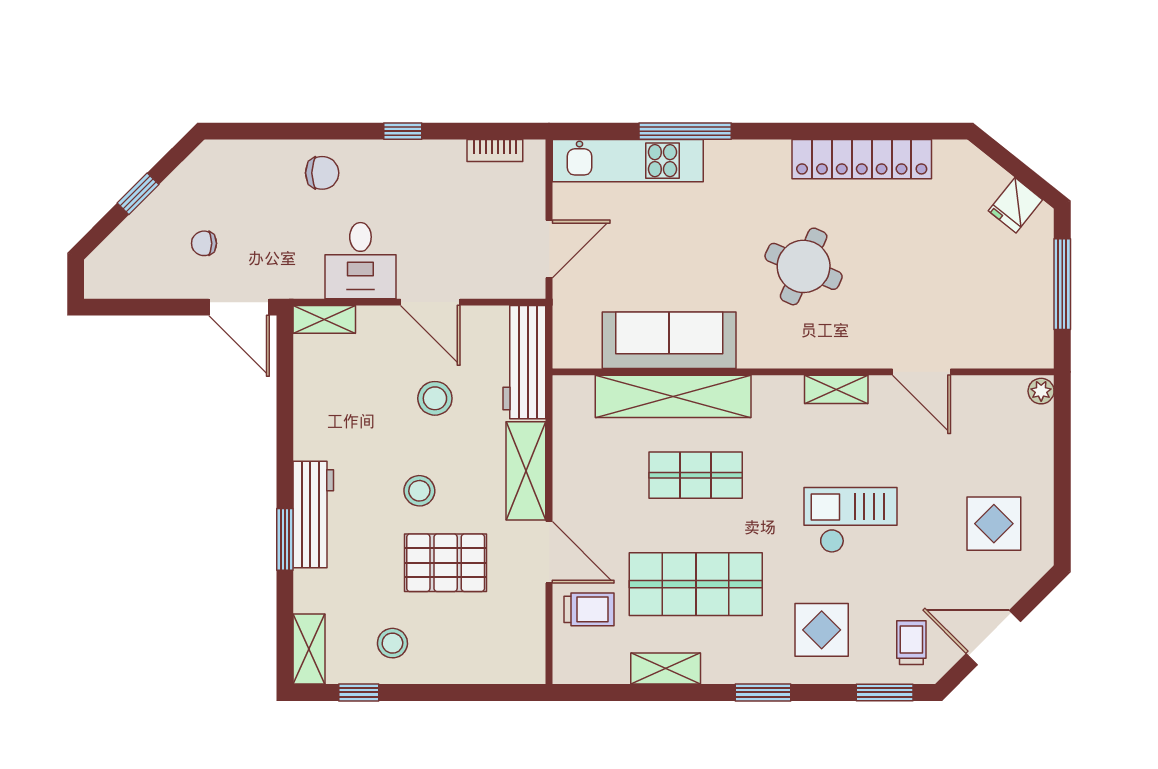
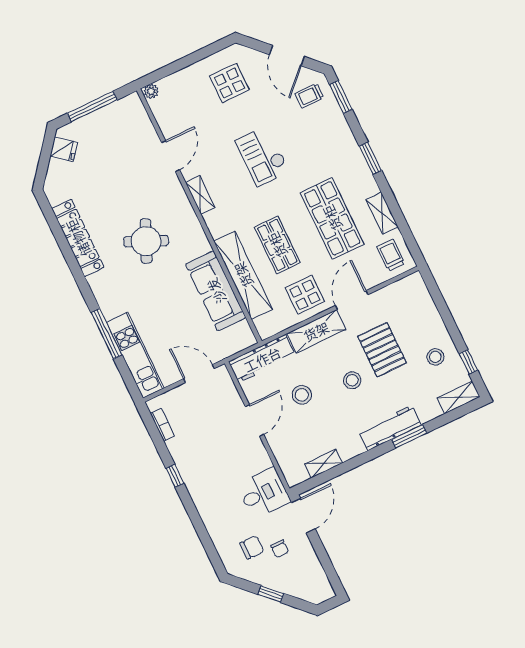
chair: (322, 173) -> (252, 547), moved, turned 90
desk: (360, 261) -> (264, 493), moved
shelving: (324, 319) -> (324, 464), moved, turned 90
trolley: (589, 609) -> (391, 255), moved
display table: (822, 630) -> (305, 295), moved

